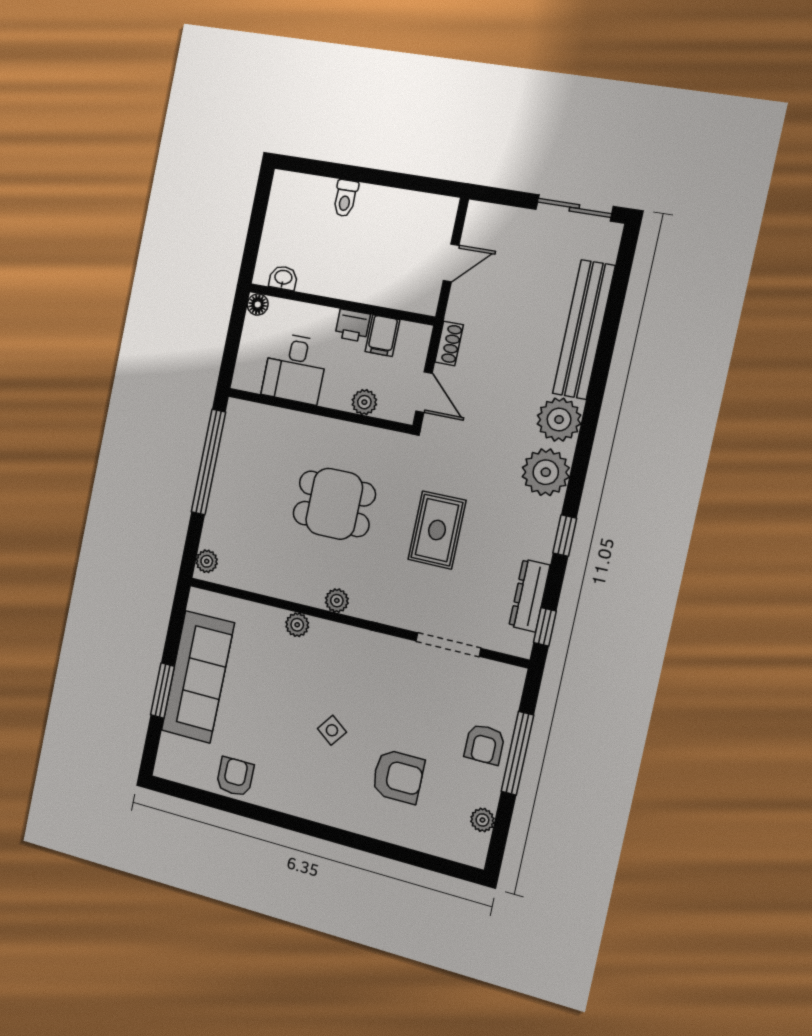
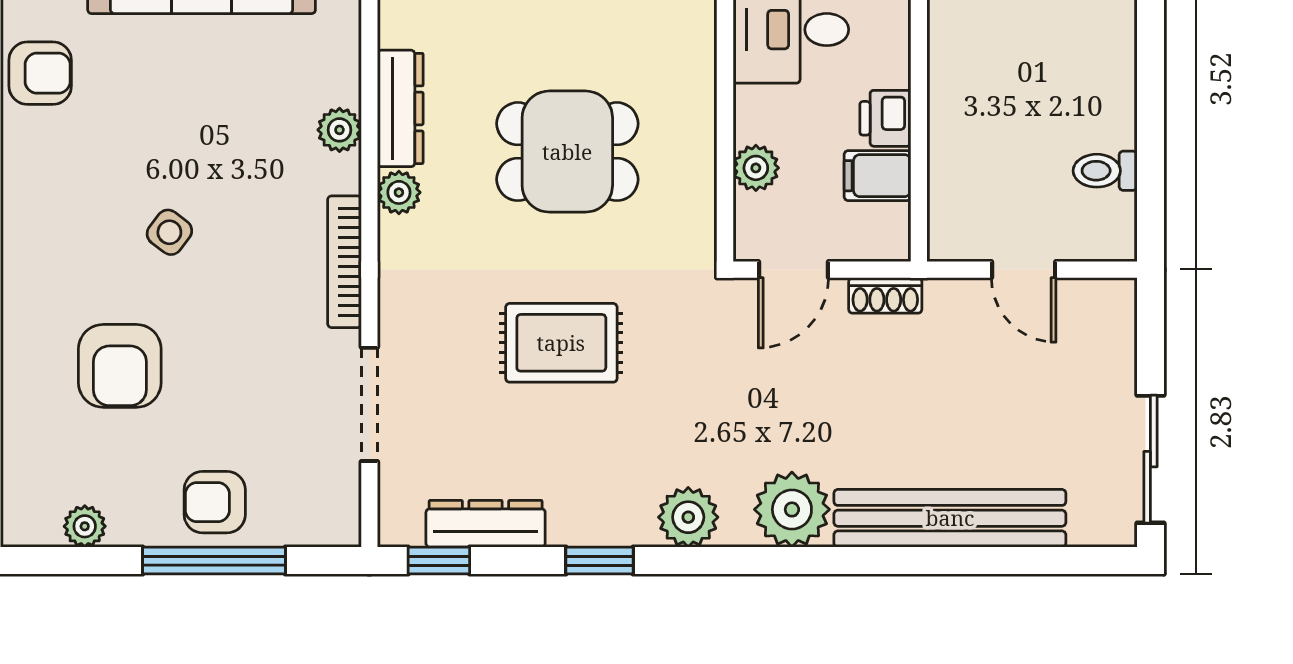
toilet: (345, 198) -> (1105, 171), moved
plant: (546, 472) -> (688, 517), width x0.73, depth x0.73
dining table: (334, 504) -> (567, 152), turned 90
dresser: (293, 589) -> (400, 108), added
bookcase: (368, 639) -> (344, 262), added

